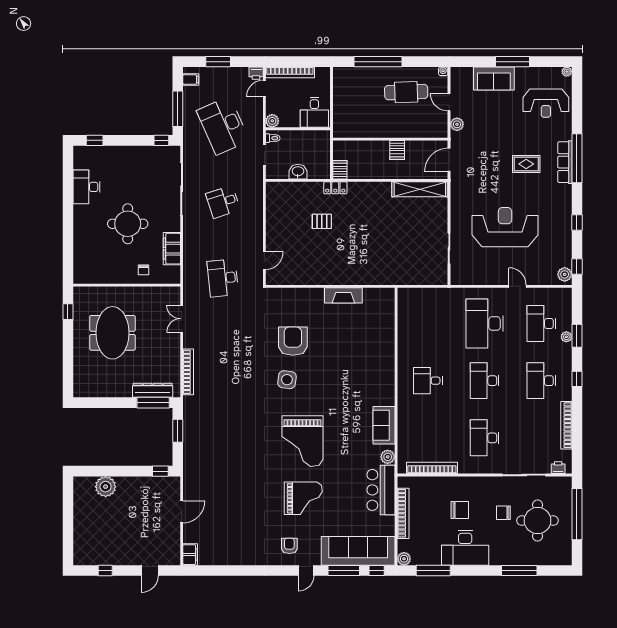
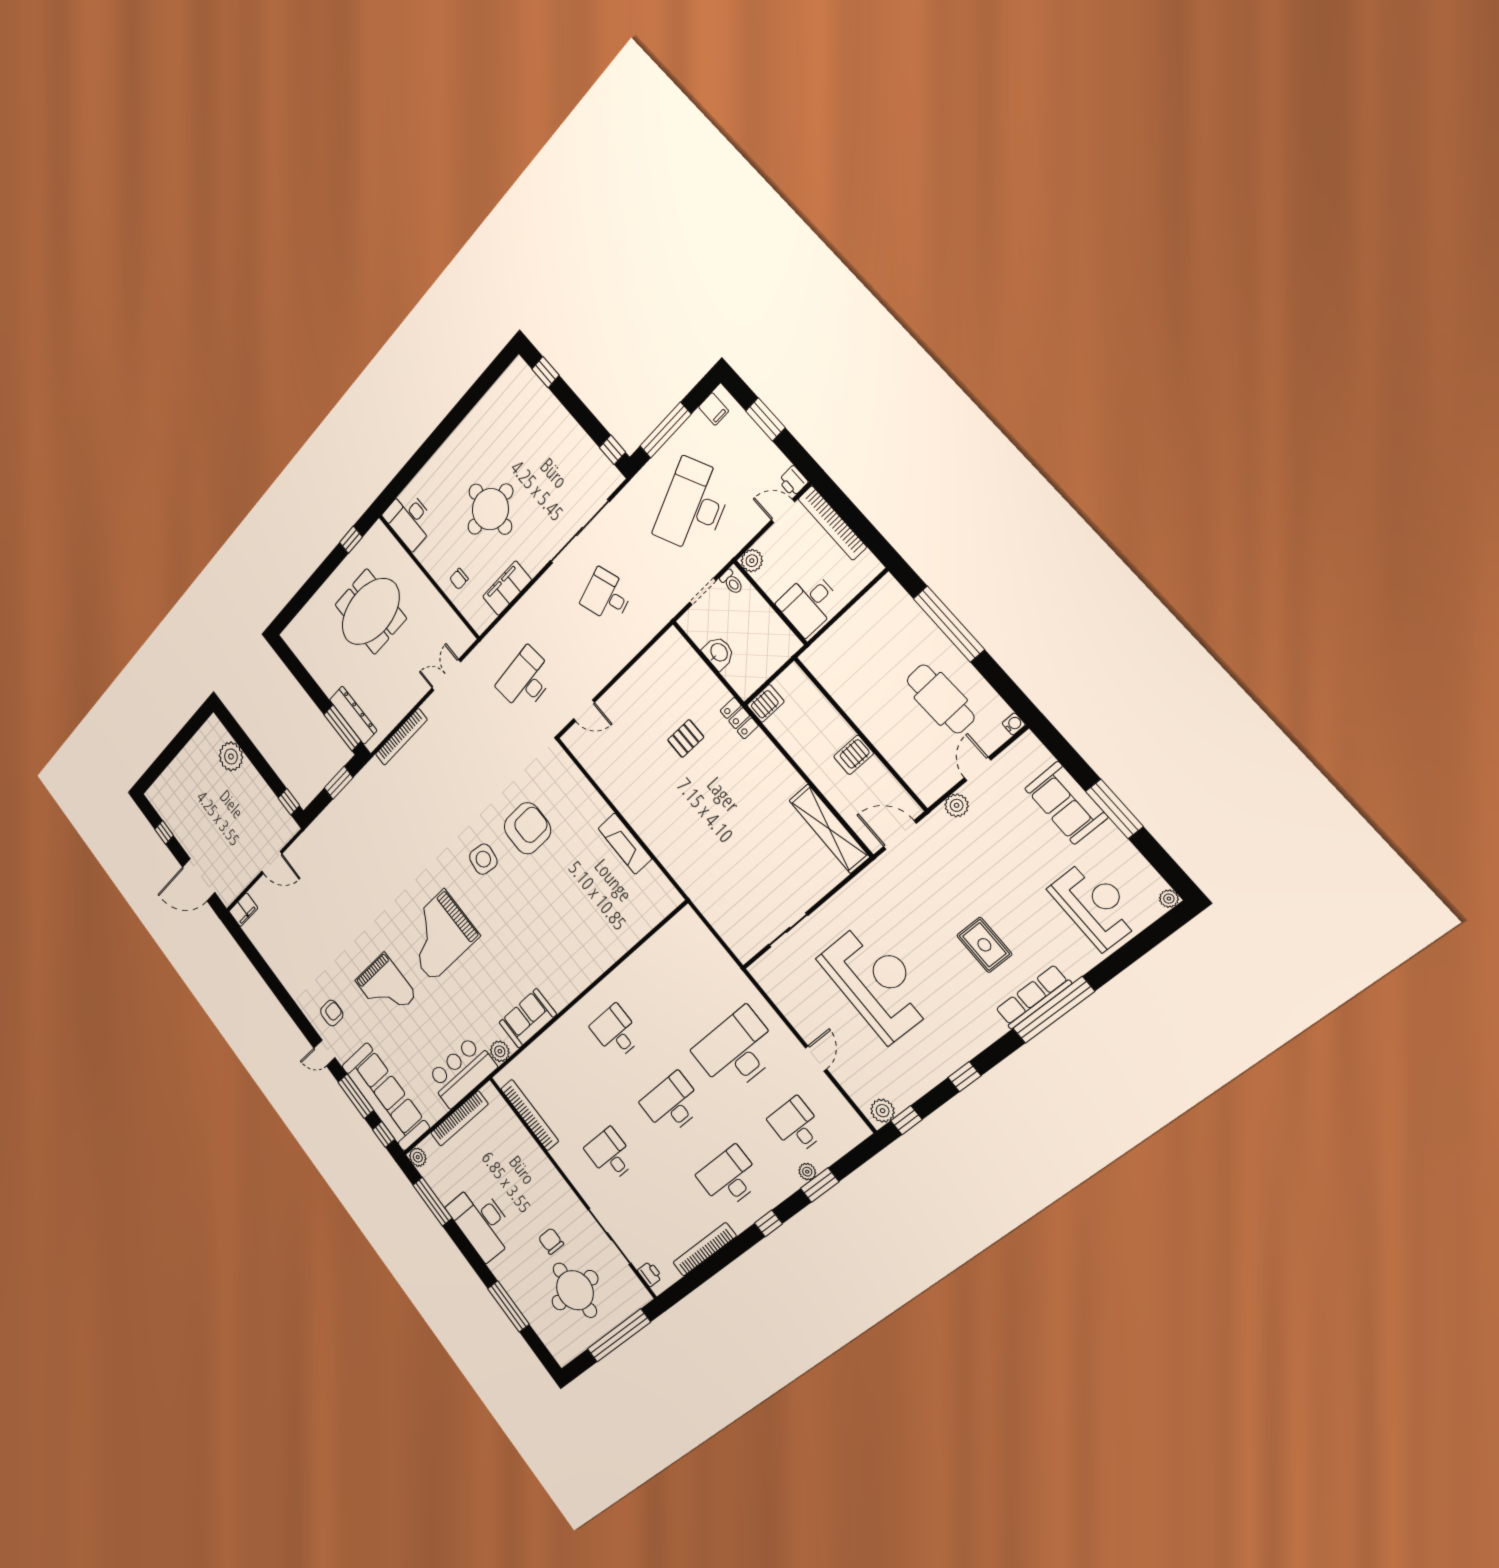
reception desk: (546, 103) -> (1095, 905), turned 180
desk: (86, 187) -> (409, 519), moved, turned -90
pallet: (322, 221) -> (686, 738), turned 90
desk: (541, 323) -> (796, 1126), width x0.73
desk: (485, 438) -> (610, 1155), width x0.73
chair: (460, 510) -> (514, 1185), removed
door: (150, 571) -> (199, 880), width x1.88

